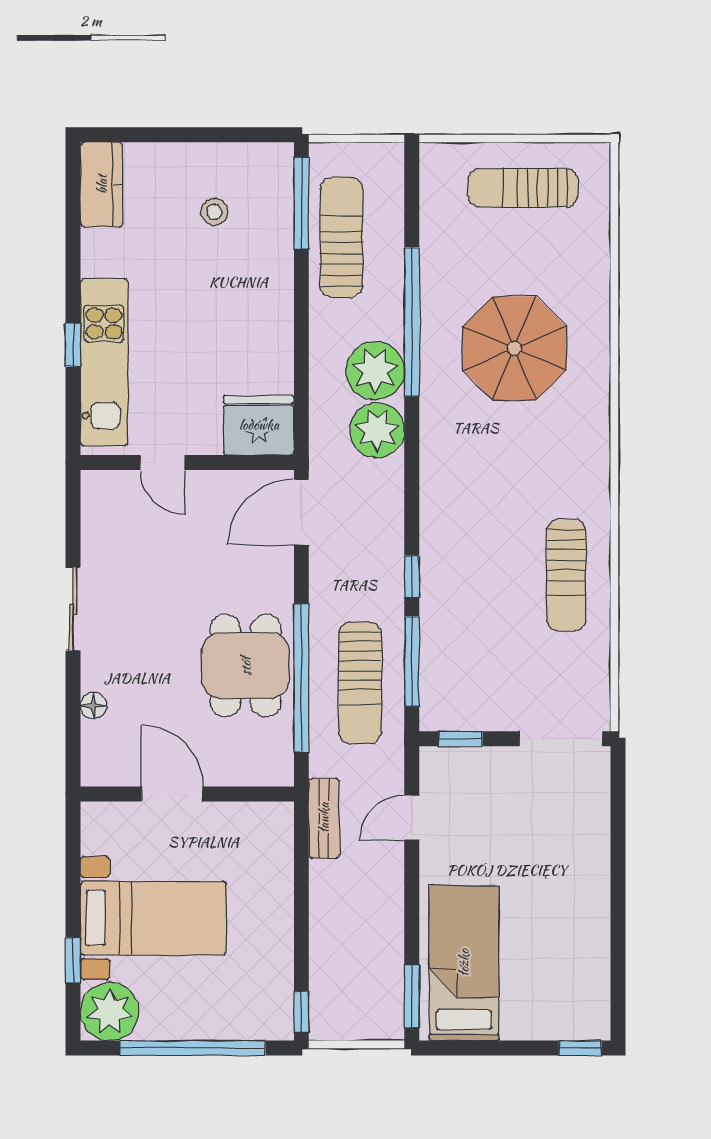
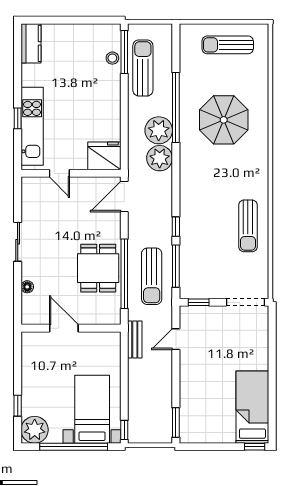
stool: (214, 212) -> (112, 58), moved
bed with nightstands: (153, 918) -> (92, 409), moved, turned -90
bed: (464, 963) -> (252, 407), moved

